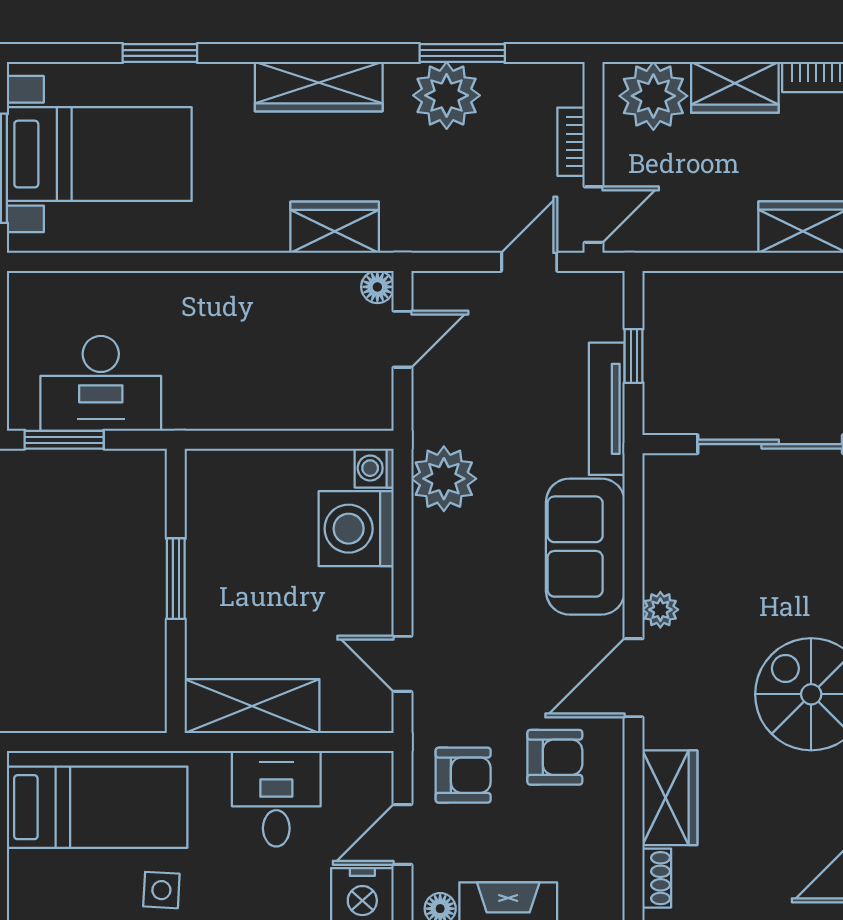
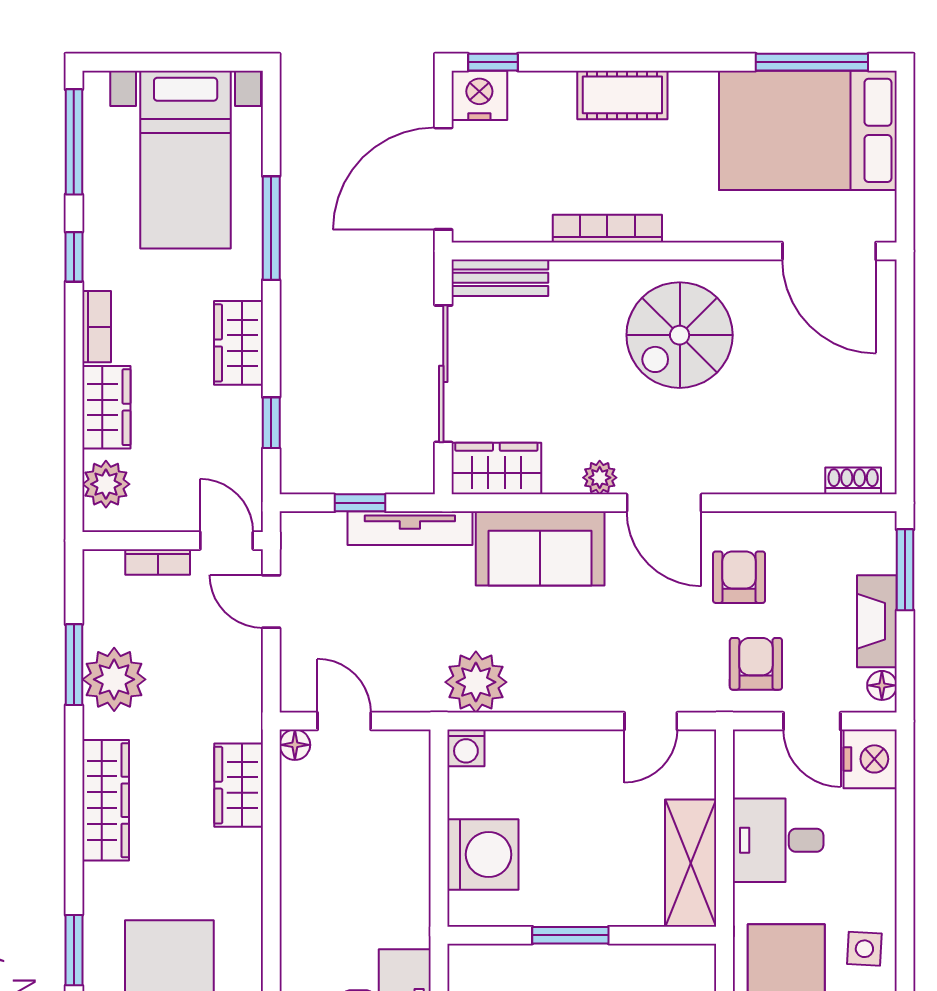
plant: (653, 96) -> (106, 484), width x0.73, depth x0.73
window: (718, 262) -> (271, 423), added
washing machine: (356, 529) -> (483, 854), moved, turned -90
wardrobe: (670, 798) -> (496, 469), moved

